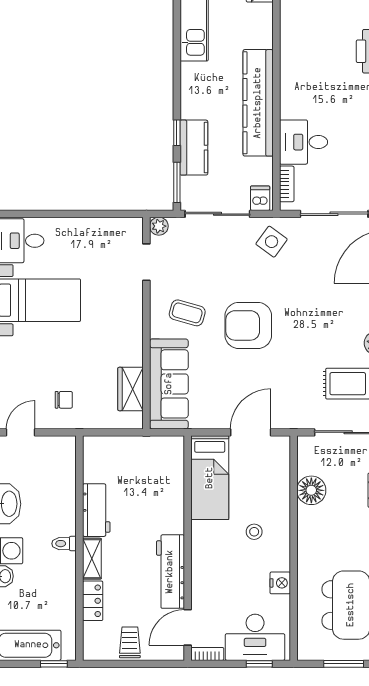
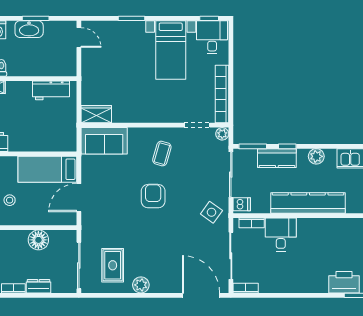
plant: (191, 91) -> (316, 156), added
bookcase: (102, 226) -> (222, 94), added
armchair: (248, 325) -> (153, 196), width x0.73, depth x0.73
sofa: (169, 384) -> (104, 141), width x0.73
wardrobe: (131, 389) -> (96, 114), moved
chair: (64, 400) -> (101, 68), removed
door: (251, 432) -> (79, 198), swing flipped
workbench: (96, 510) -> (51, 90), moved

